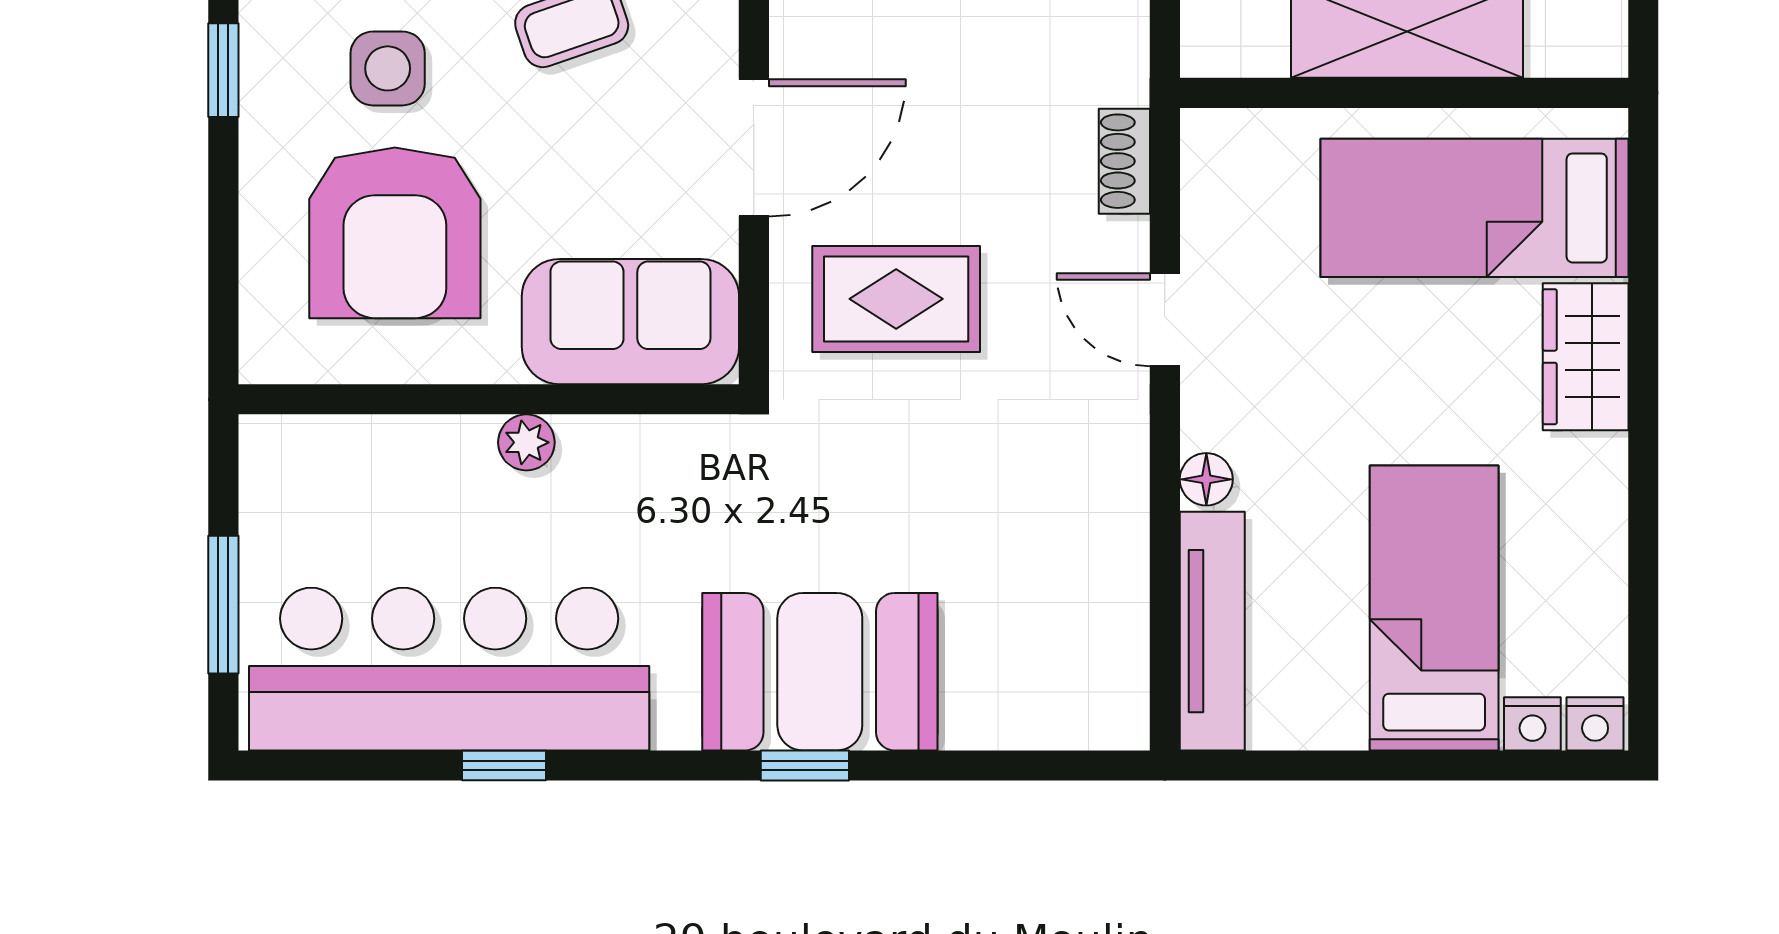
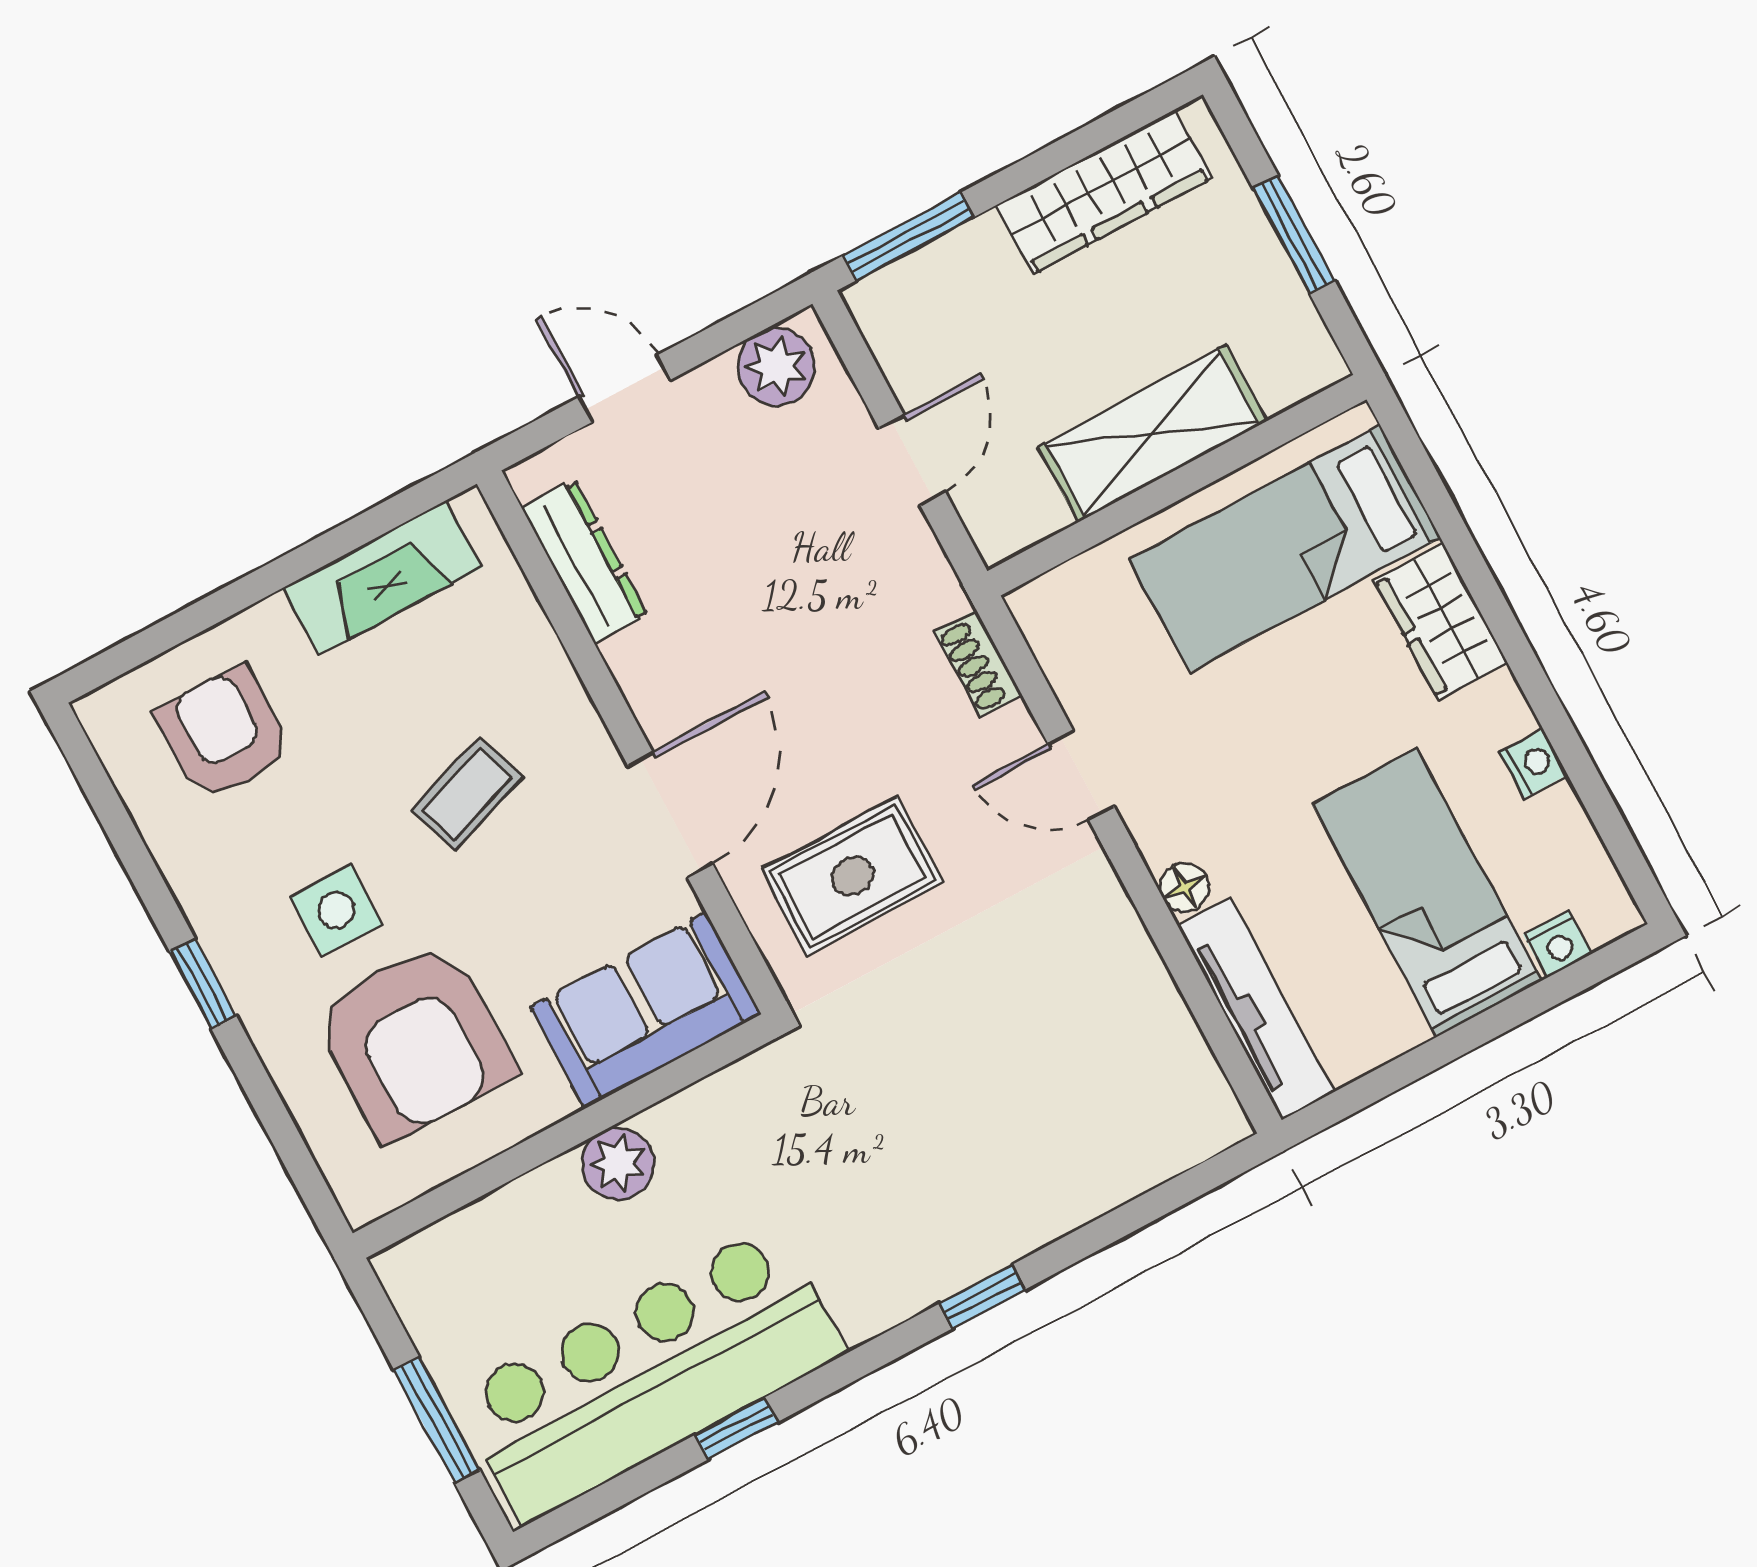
plant: (526, 442) -> (618, 1163), width x1.38, depth x1.38
booth: (820, 672) -> (953, 1214), removed
nightstand: (1595, 724) -> (1534, 763), moved, turned -90

